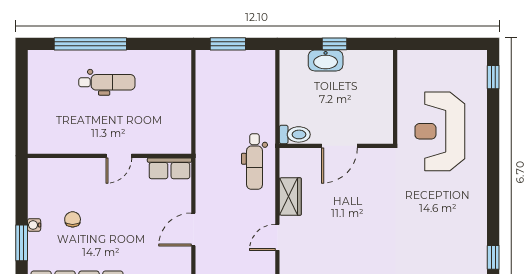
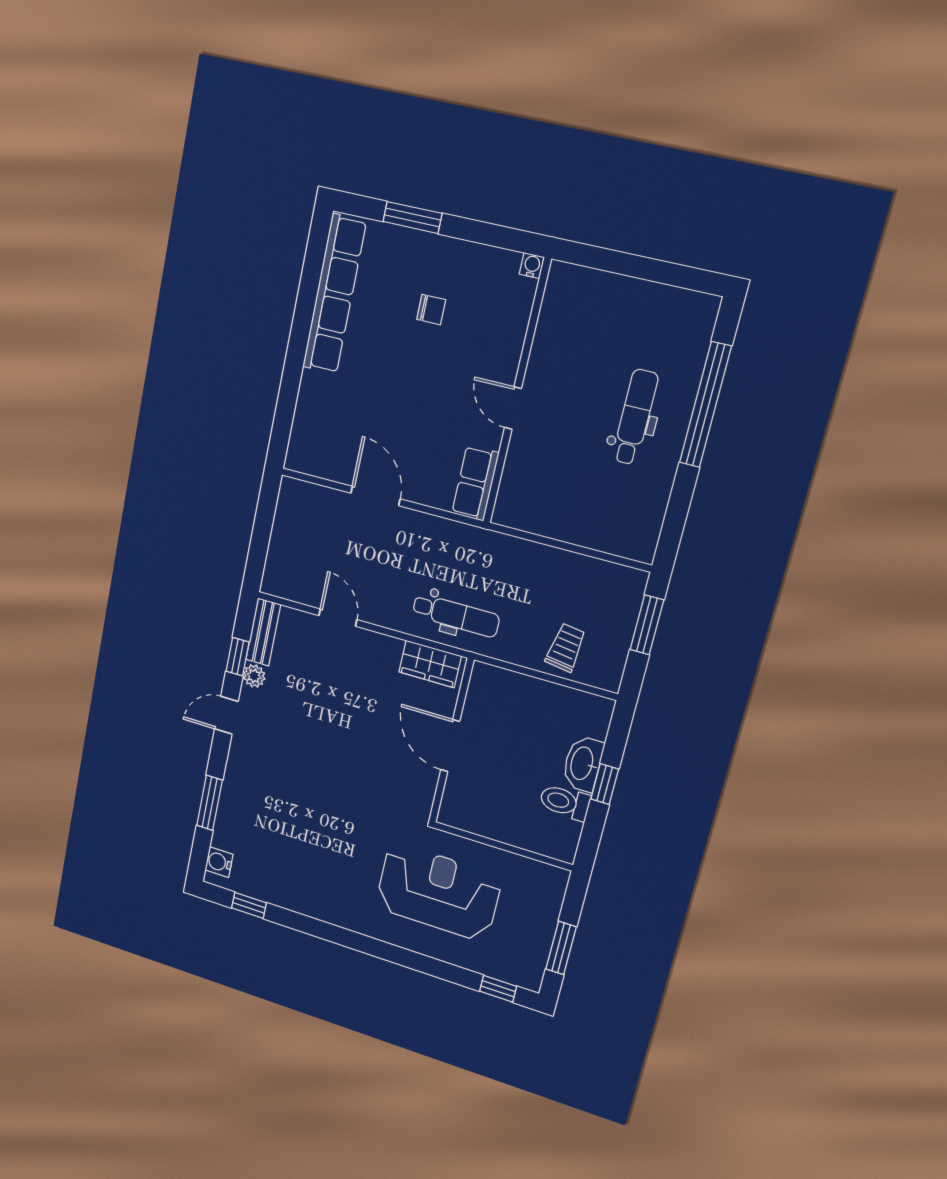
window: (451, 44) -> (561, 948), added
dental chair: (107, 82) -> (635, 417), turned 180
trolley: (256, 89) -> (566, 648), added
toilet: (295, 134) -> (565, 802), moved, turned 90
dental chair: (255, 162) -> (456, 615), turned 180
wardrobe: (290, 197) -> (430, 664), moved
water cooler: (34, 225) -> (532, 266), moved

